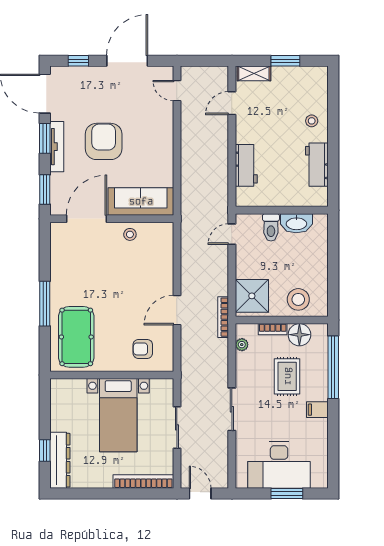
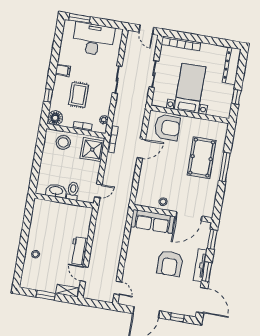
door: (232, 103) -> (84, 274), swing flipped
workbench: (246, 165) -> (79, 251), moved
workbench: (317, 165) -> (37, 226), removed
floor lamp: (299, 335) -> (55, 118), moved
pool table: (76, 337) -> (202, 158), moved
armchair: (143, 349) -> (167, 128), width x1.88, depth x1.88
window: (333, 367) -> (48, 96), width x0.32
window: (45, 450) -> (236, 97), moved
window: (287, 493) -> (80, 18), moved

